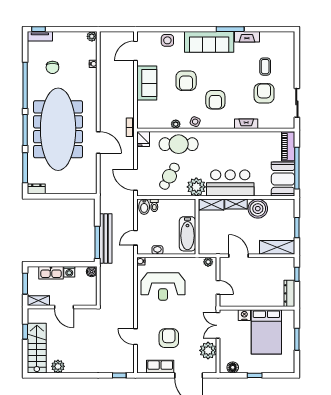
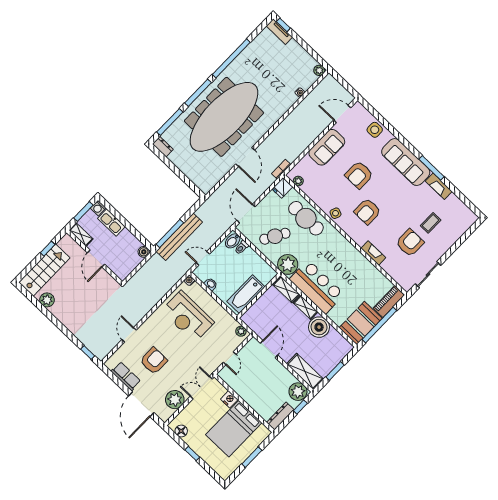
chair: (52, 67) -> (266, 65), removed
plant: (176, 124) -> (298, 181), moved
plant: (285, 265) -> (298, 392), added
washing machine: (69, 272) -> (98, 208), moved

